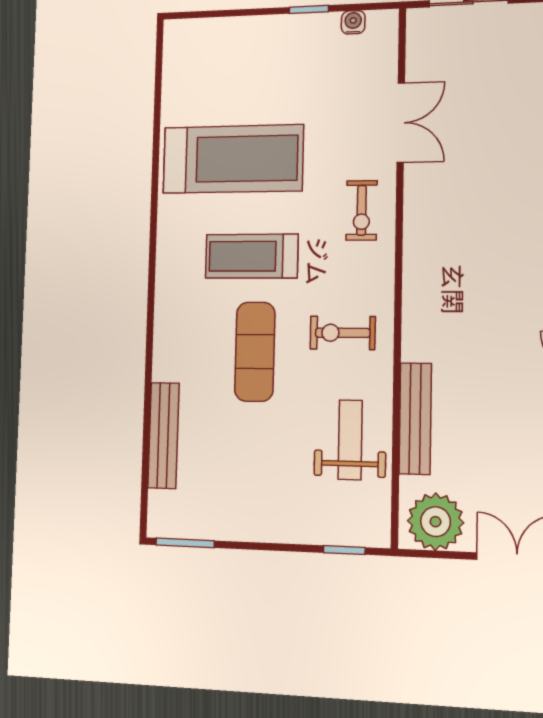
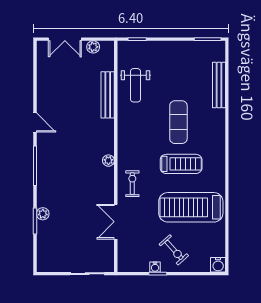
water cooler: (353, 22) -> (155, 267), moved
water cooler: (178, 35) -> (218, 265), added
plant: (416, 263) -> (108, 161), added
exercise bike: (343, 333) -> (174, 250), moved, turned 48
plant: (436, 522) -> (93, 47), width x0.53, depth x0.53

